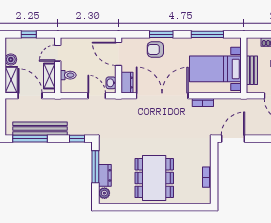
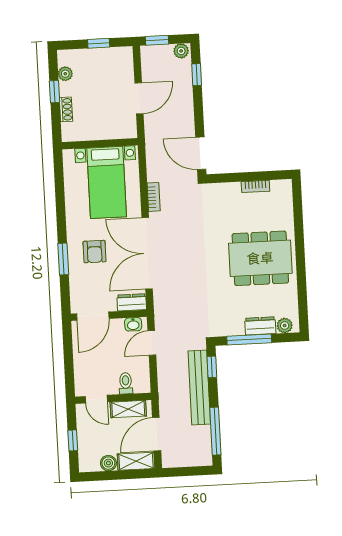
window: (207, 34) -> (60, 196), removed
armchair: (155, 49) -> (95, 252), moved
bench: (252, 70) -> (106, 132), removed
bench: (40, 129) -> (199, 388), moved

